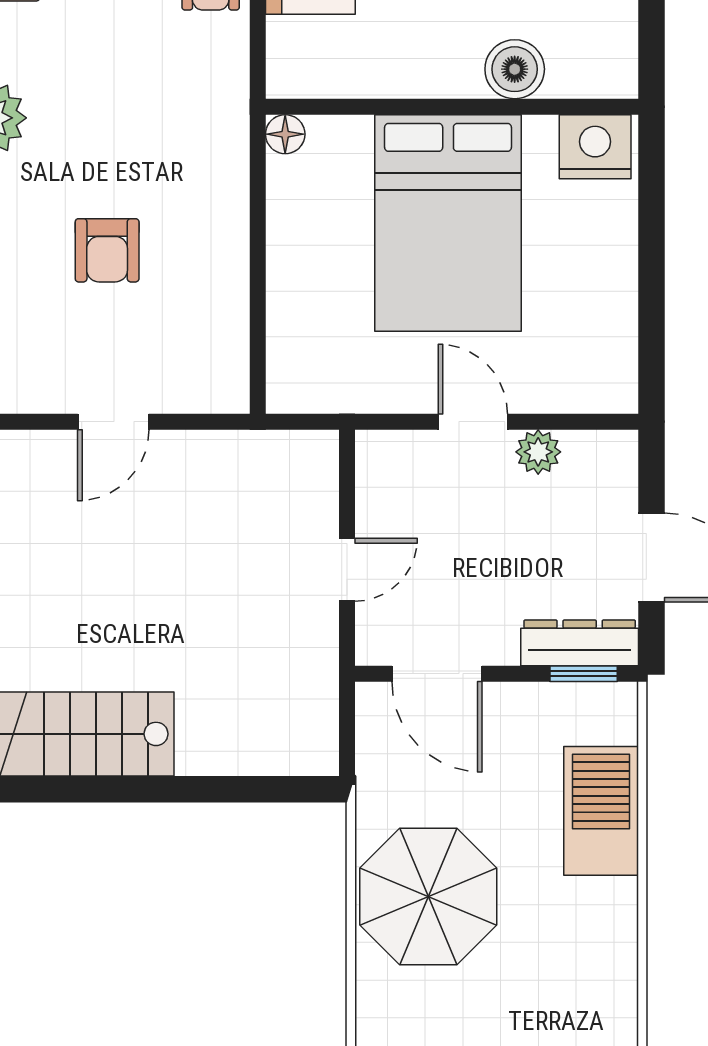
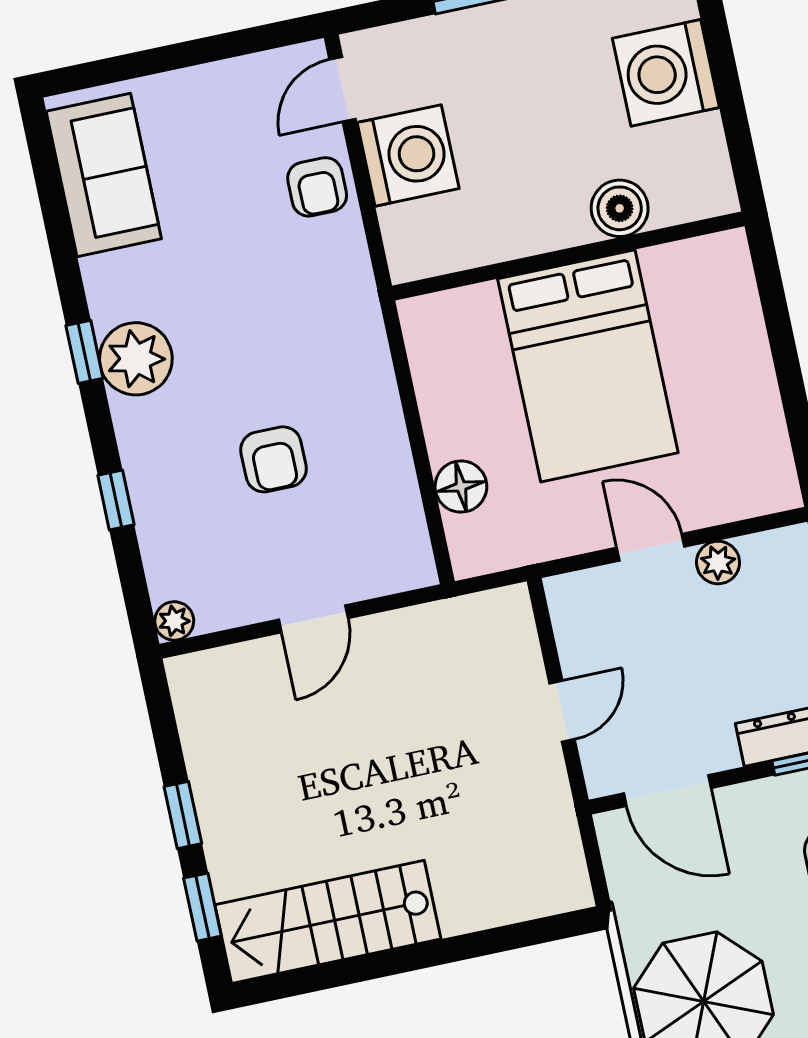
floor lamp: (285, 134) -> (461, 486), moved, width x1.37, depth x1.37
nightstand: (595, 147) -> (710, 265), removed

